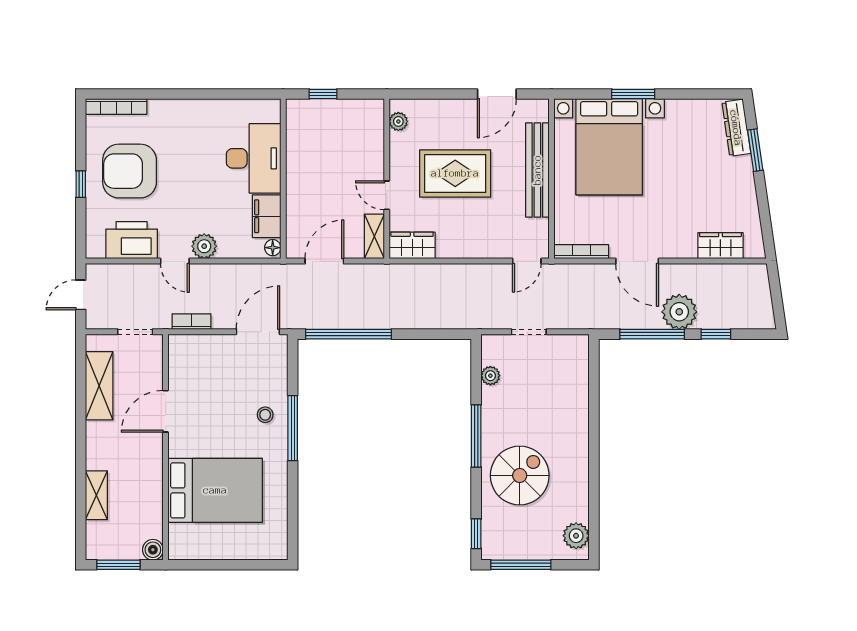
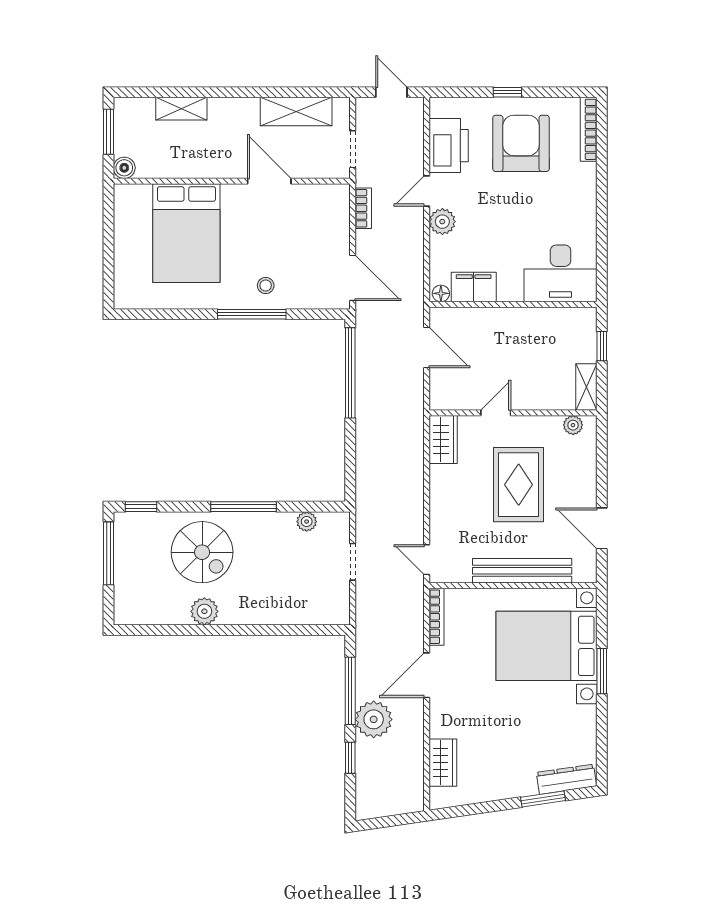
desk: (254, 158) -> (561, 273), moved
shelving: (374, 236) -> (586, 387), moved, turned 90
plant: (576, 536) -> (204, 611), moved

